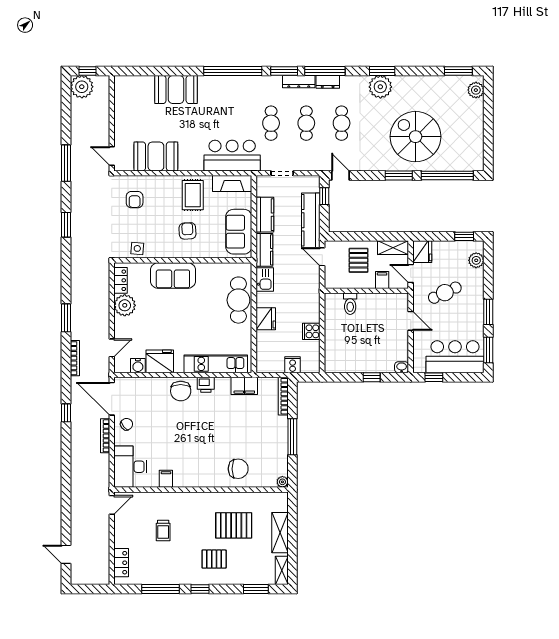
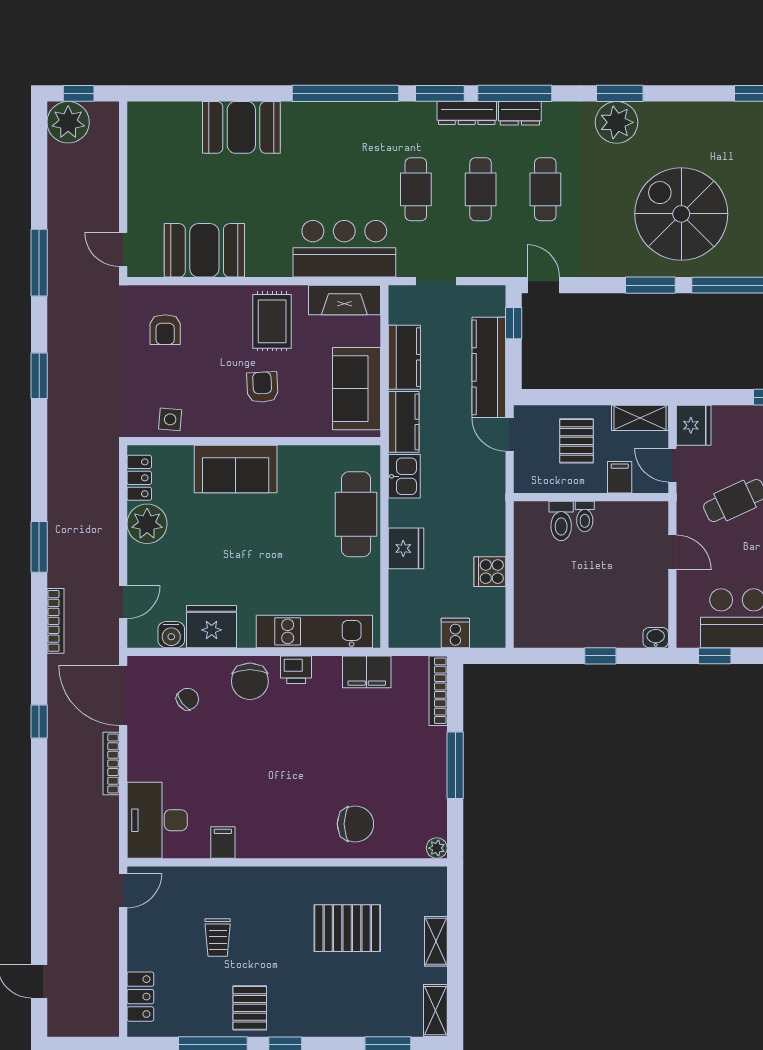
toilet: (363, 301) -> (585, 517), added
chair: (127, 424) -> (188, 699), moved
shelving: (280, 533) -> (436, 941), width x0.67, depth x0.75
pallet: (214, 559) -> (250, 1008), moved, turned 90

